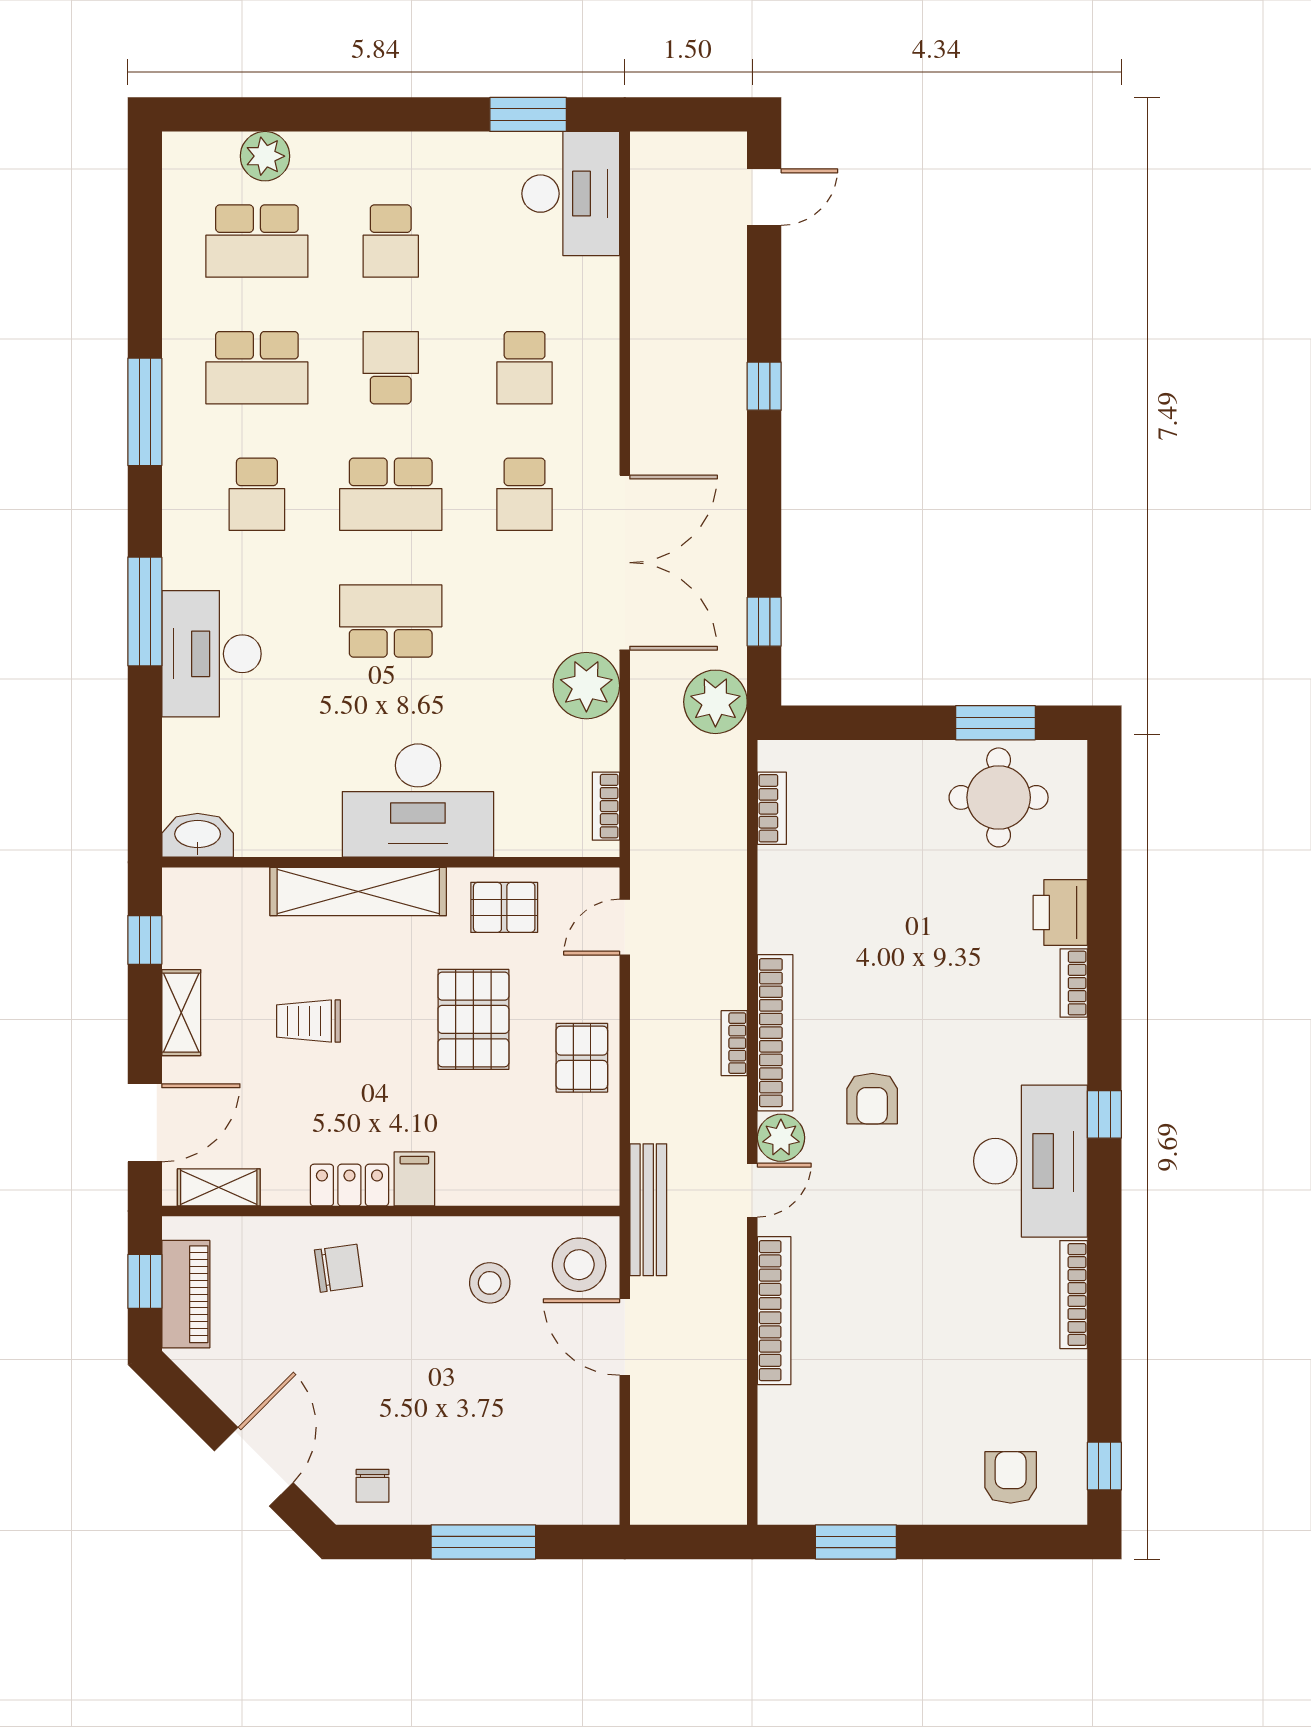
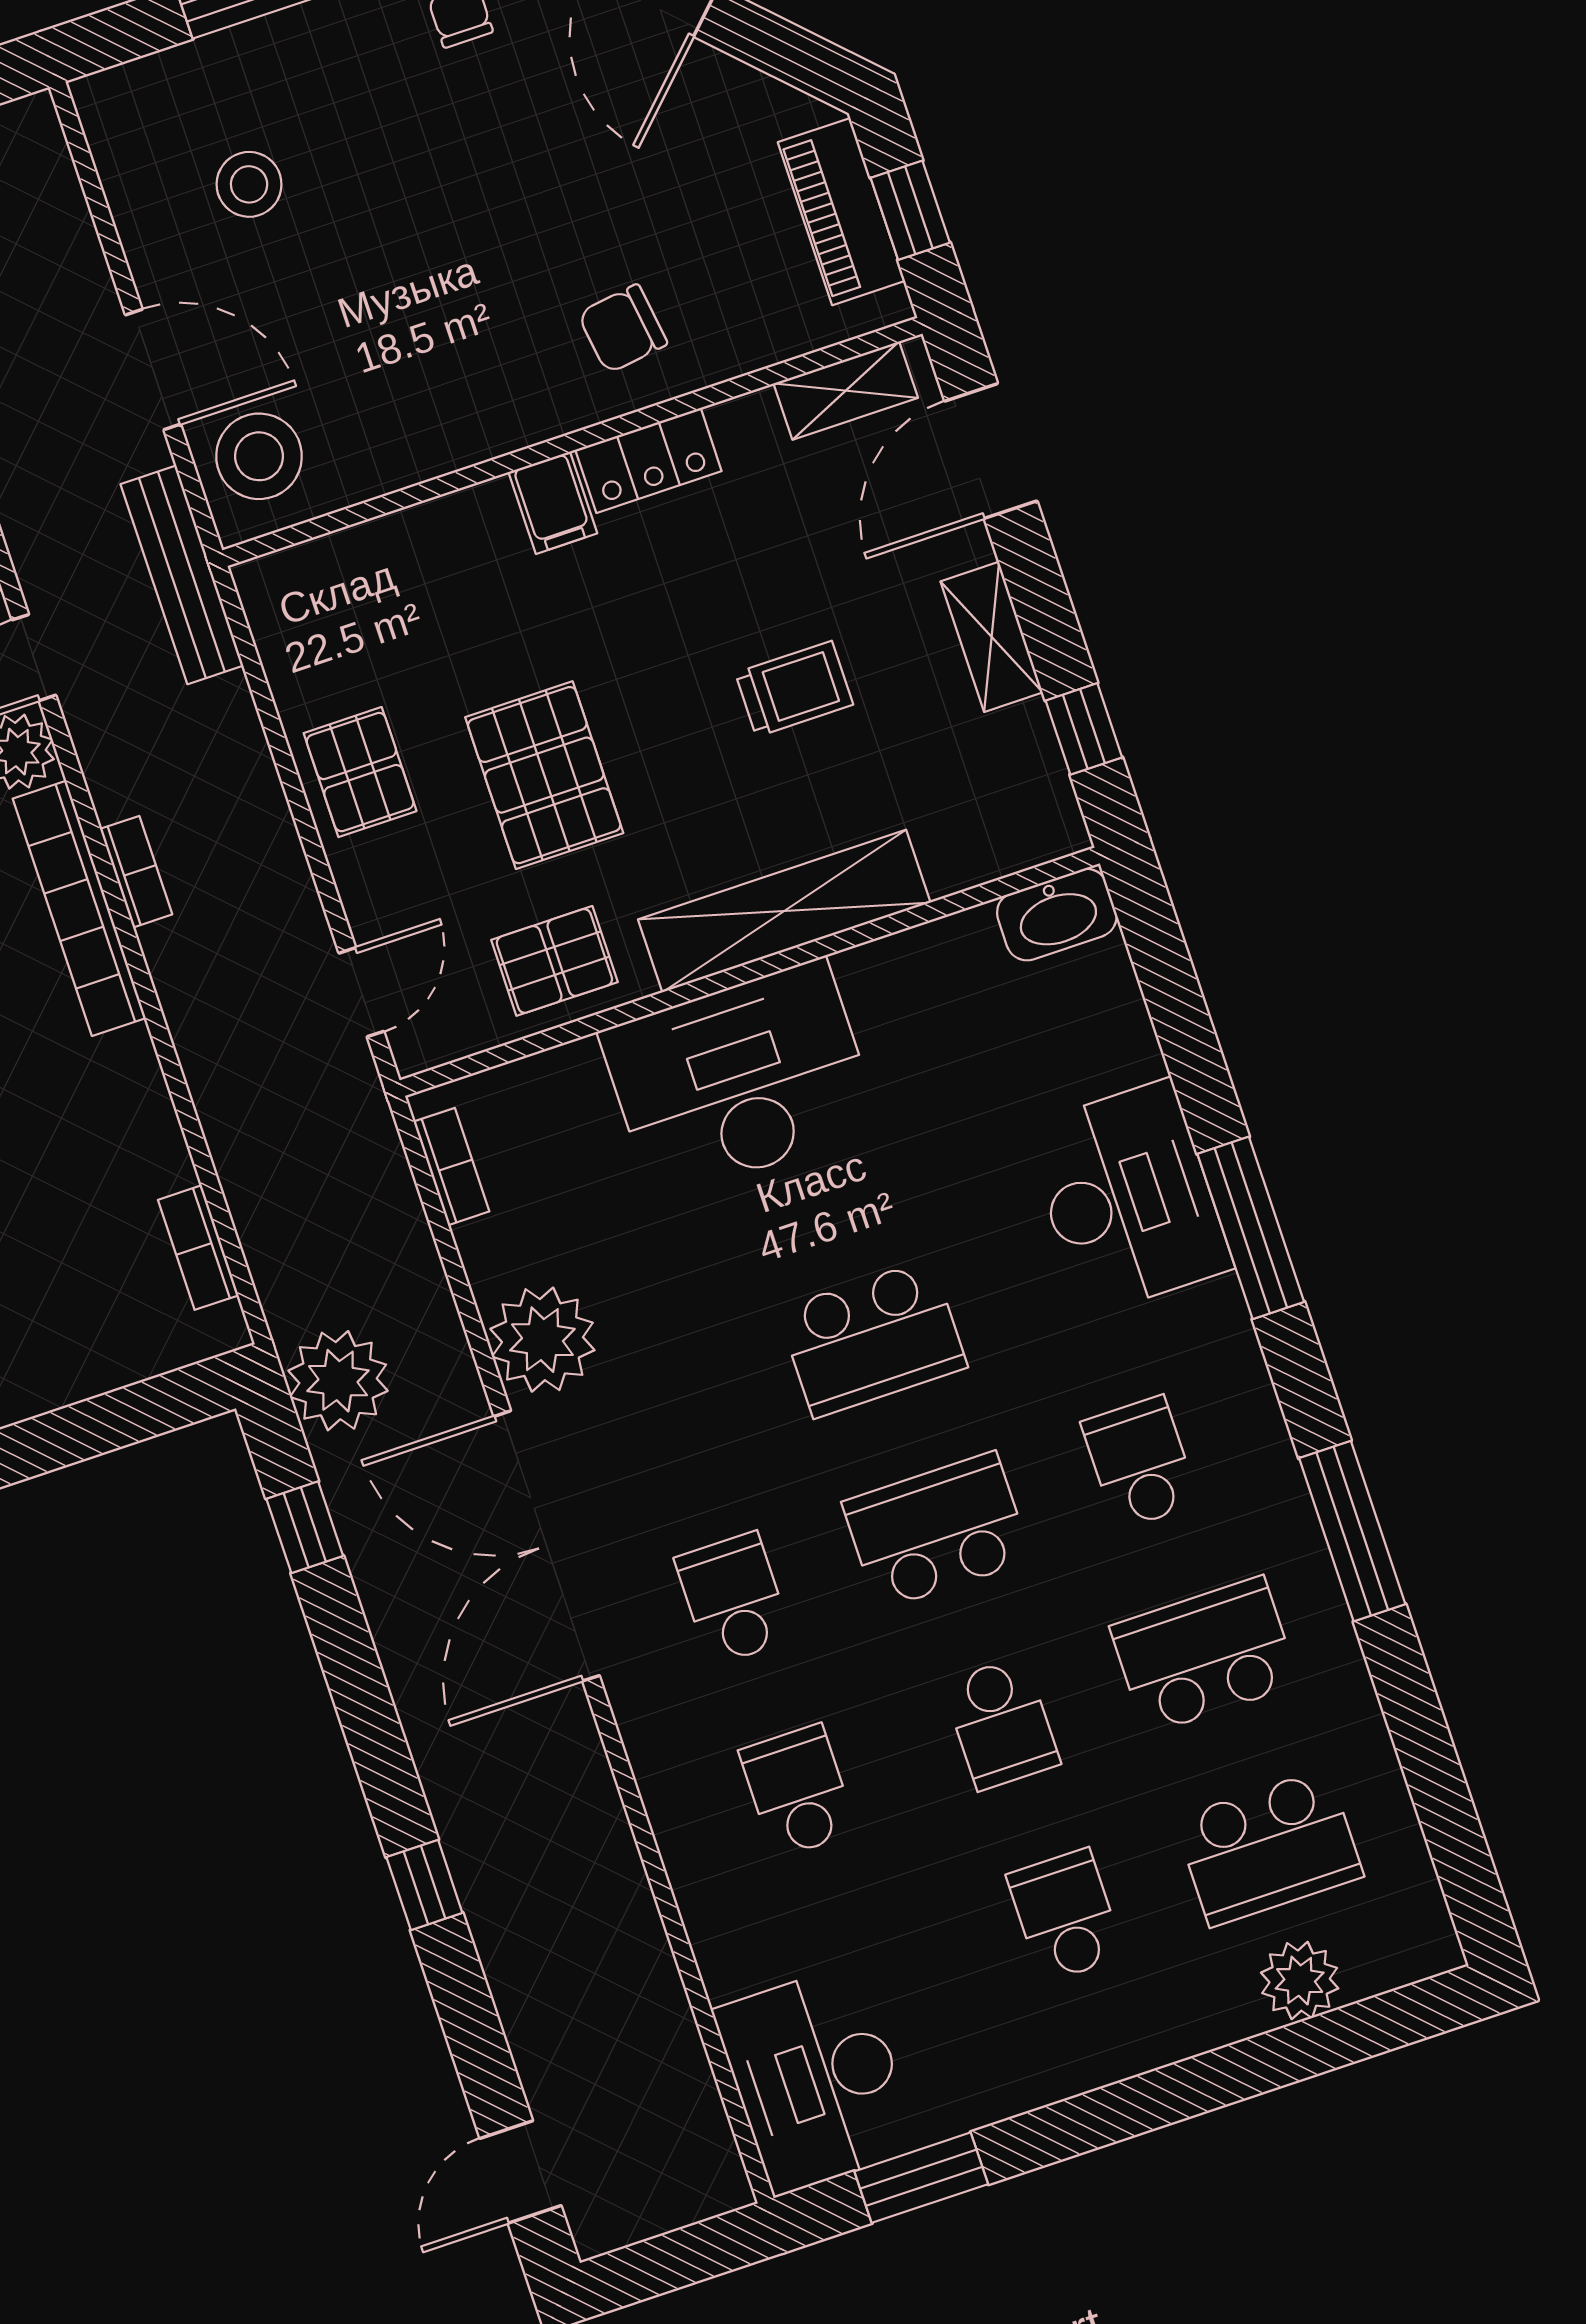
school desk: (257, 241) -> (1269, 1848), turned 180
stool: (490, 1283) -> (249, 184), moved

